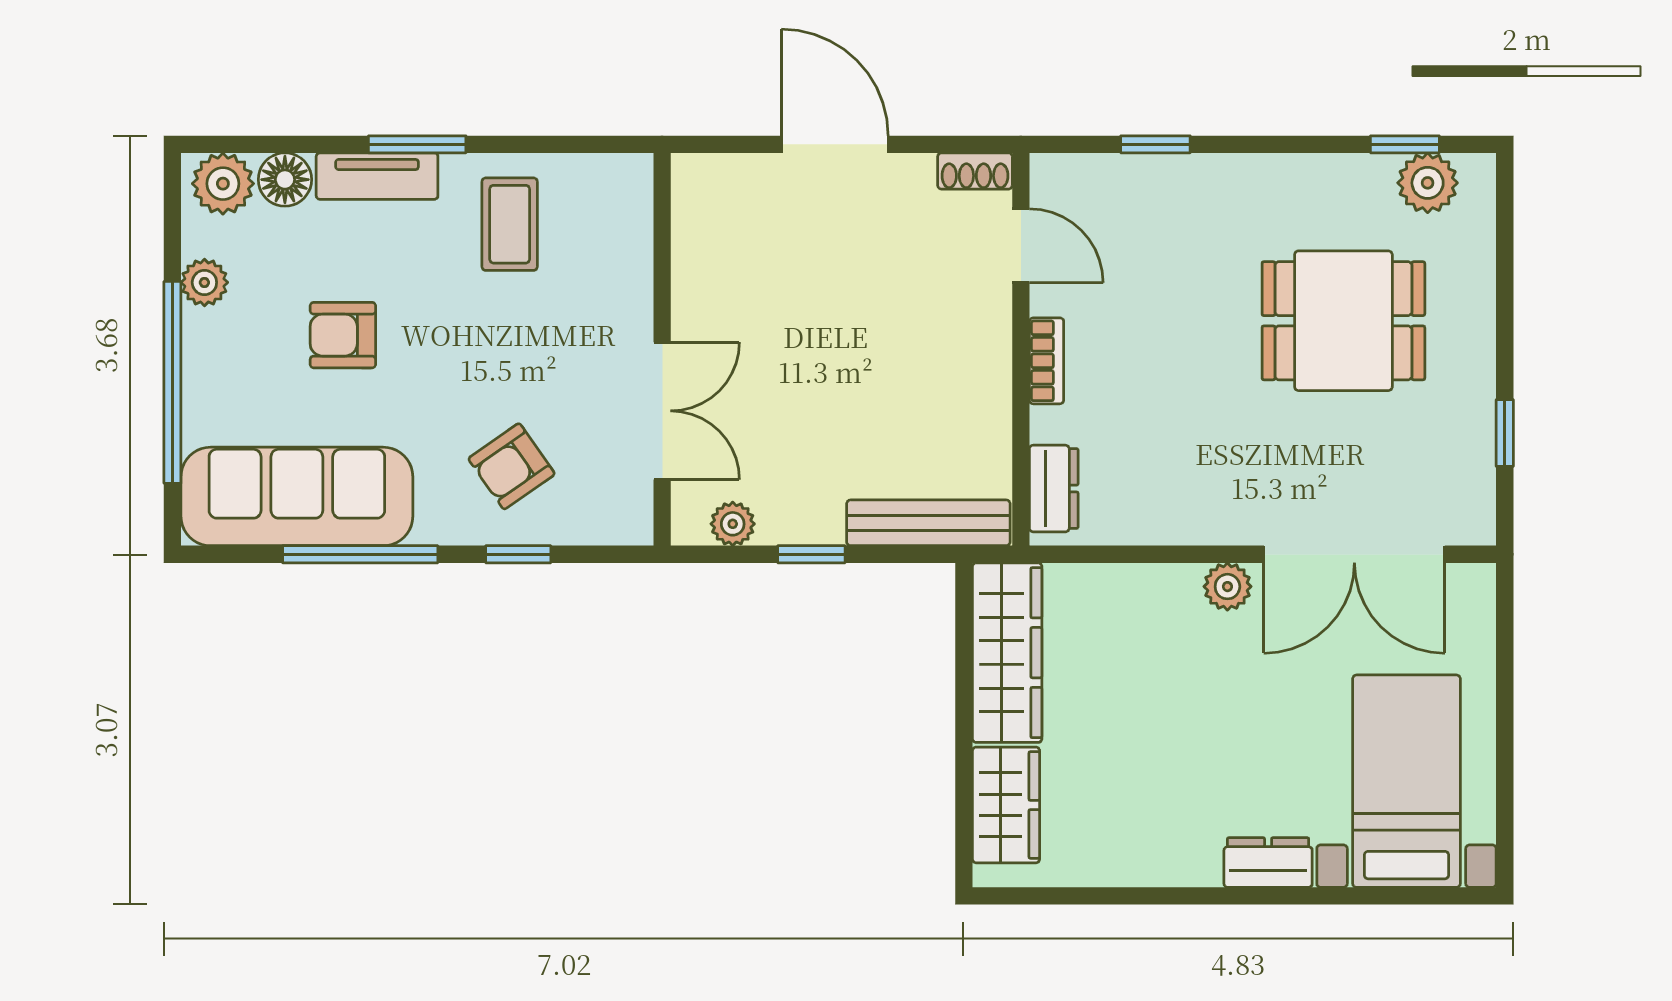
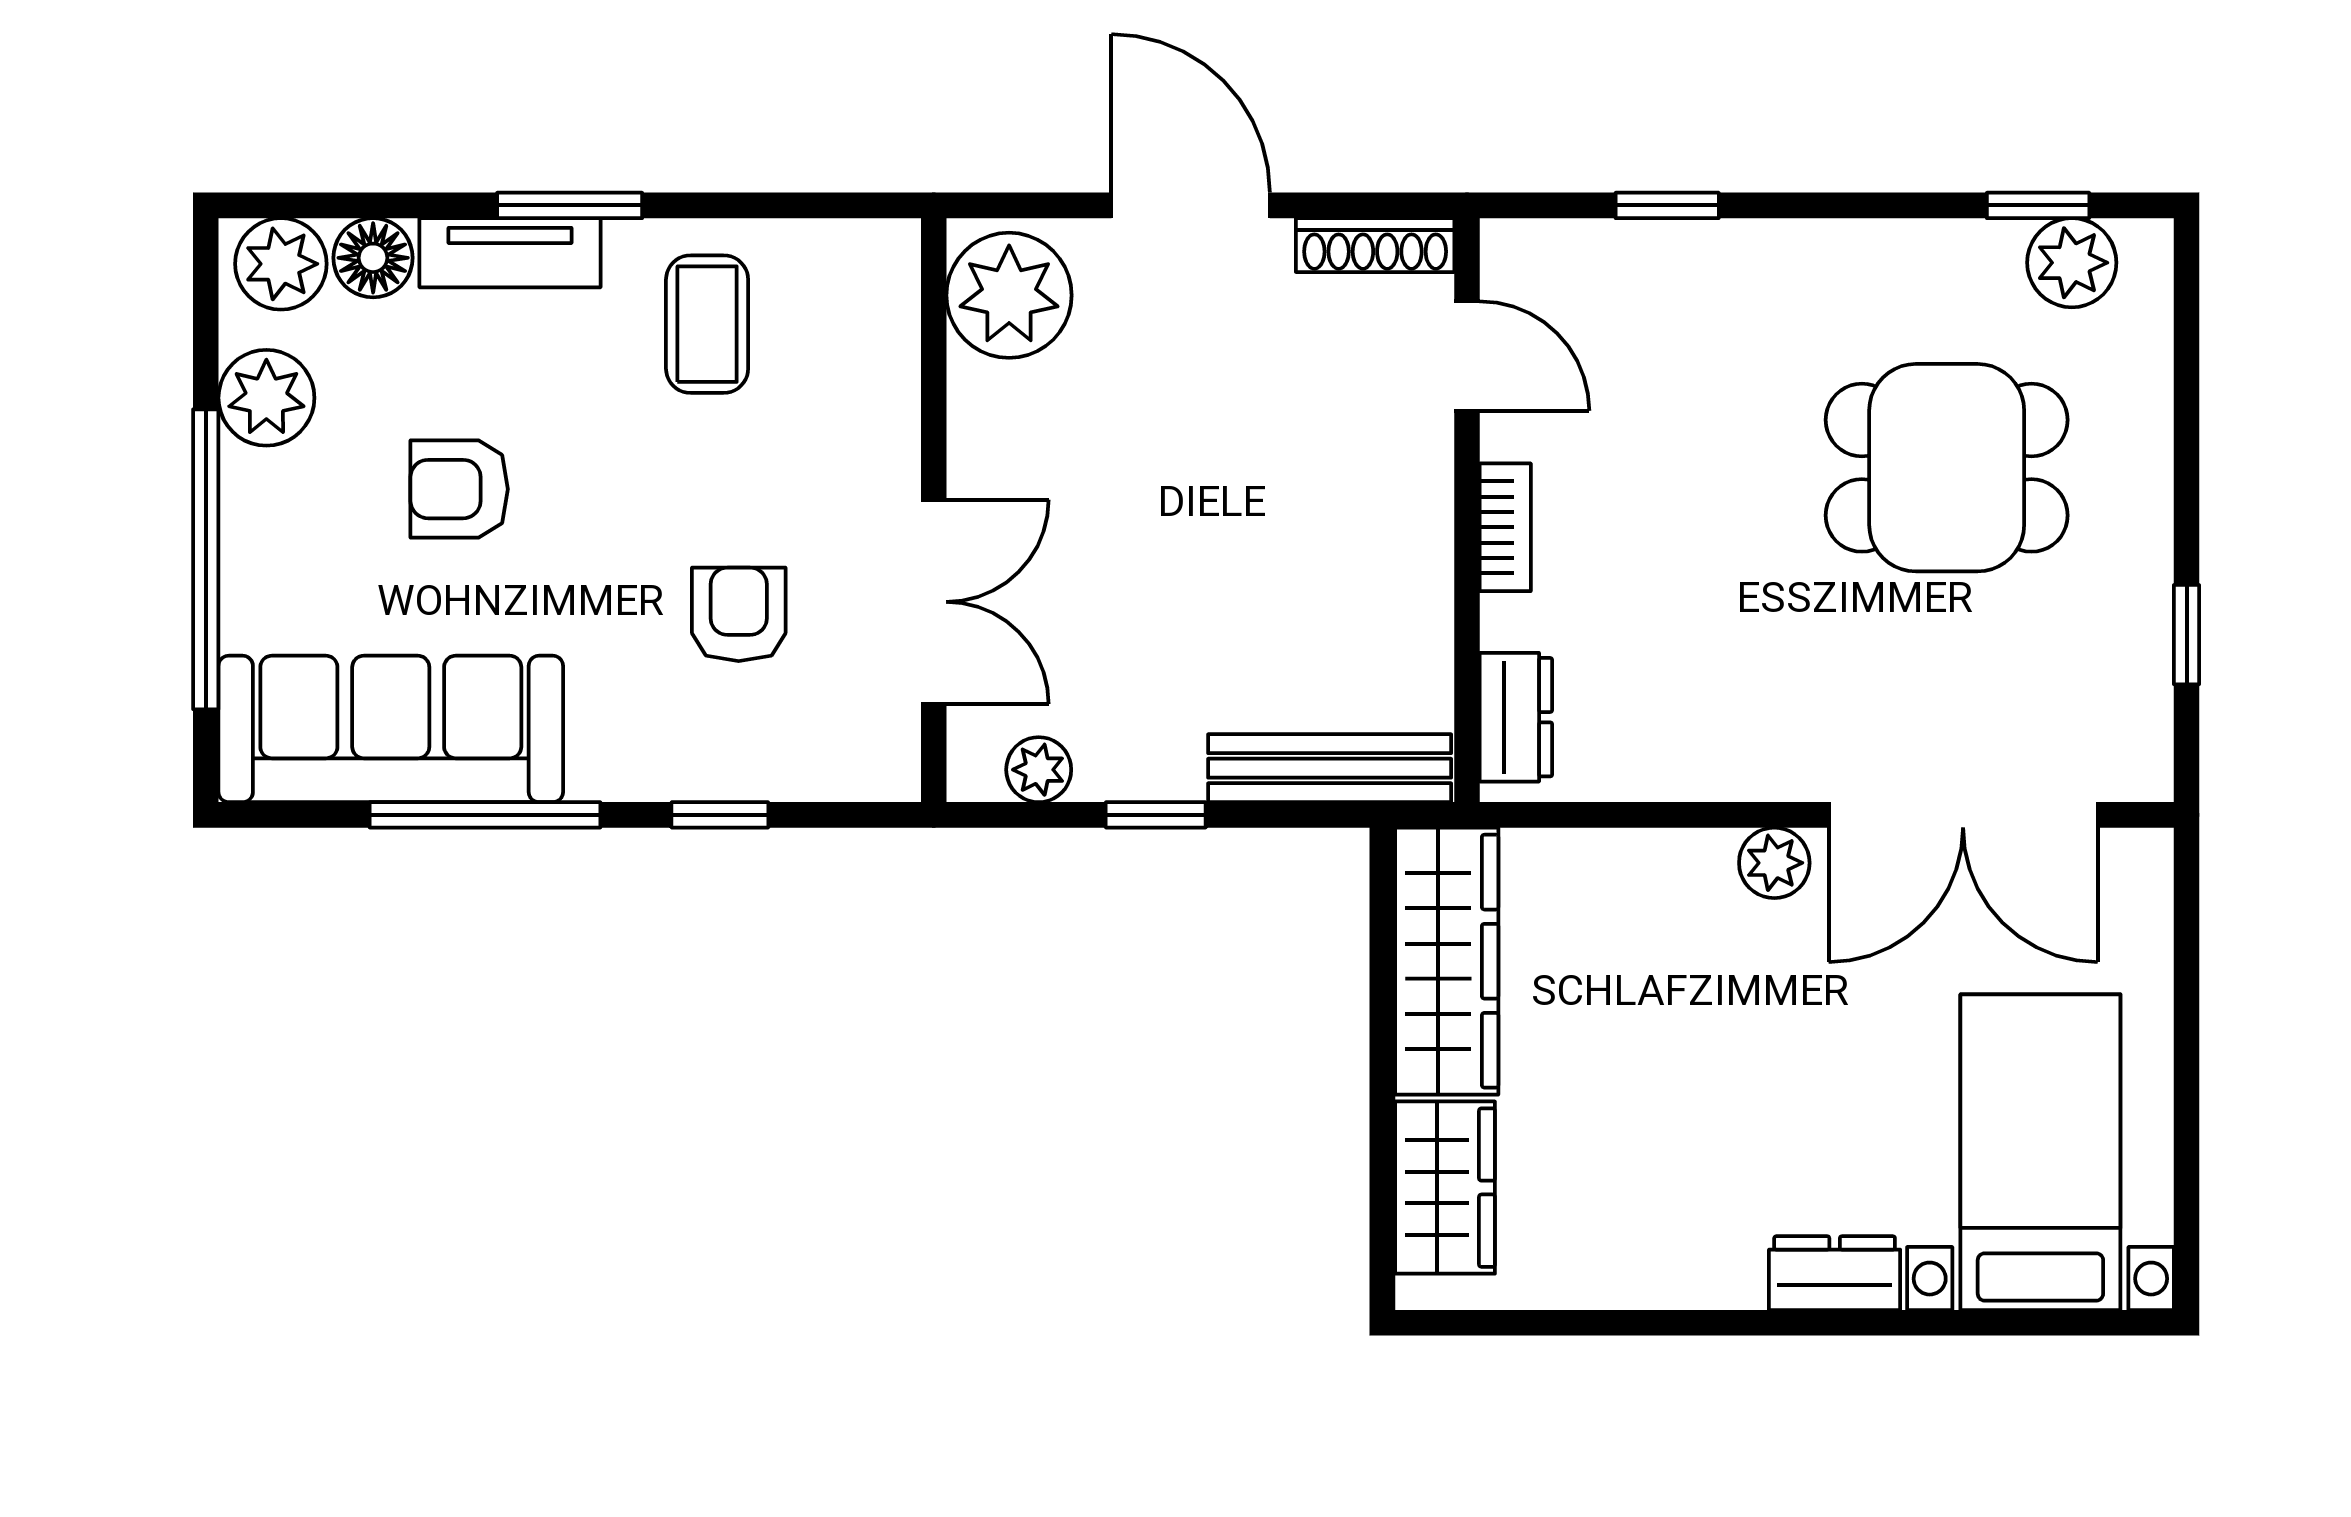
shoe rack: (975, 171) -> (1375, 245), width x1.43
plant: (713, 205) -> (1009, 295), added
plant: (204, 282) -> (266, 398), width x1.38, depth x1.38
armchair: (512, 466) -> (739, 614), moved, turned 125

